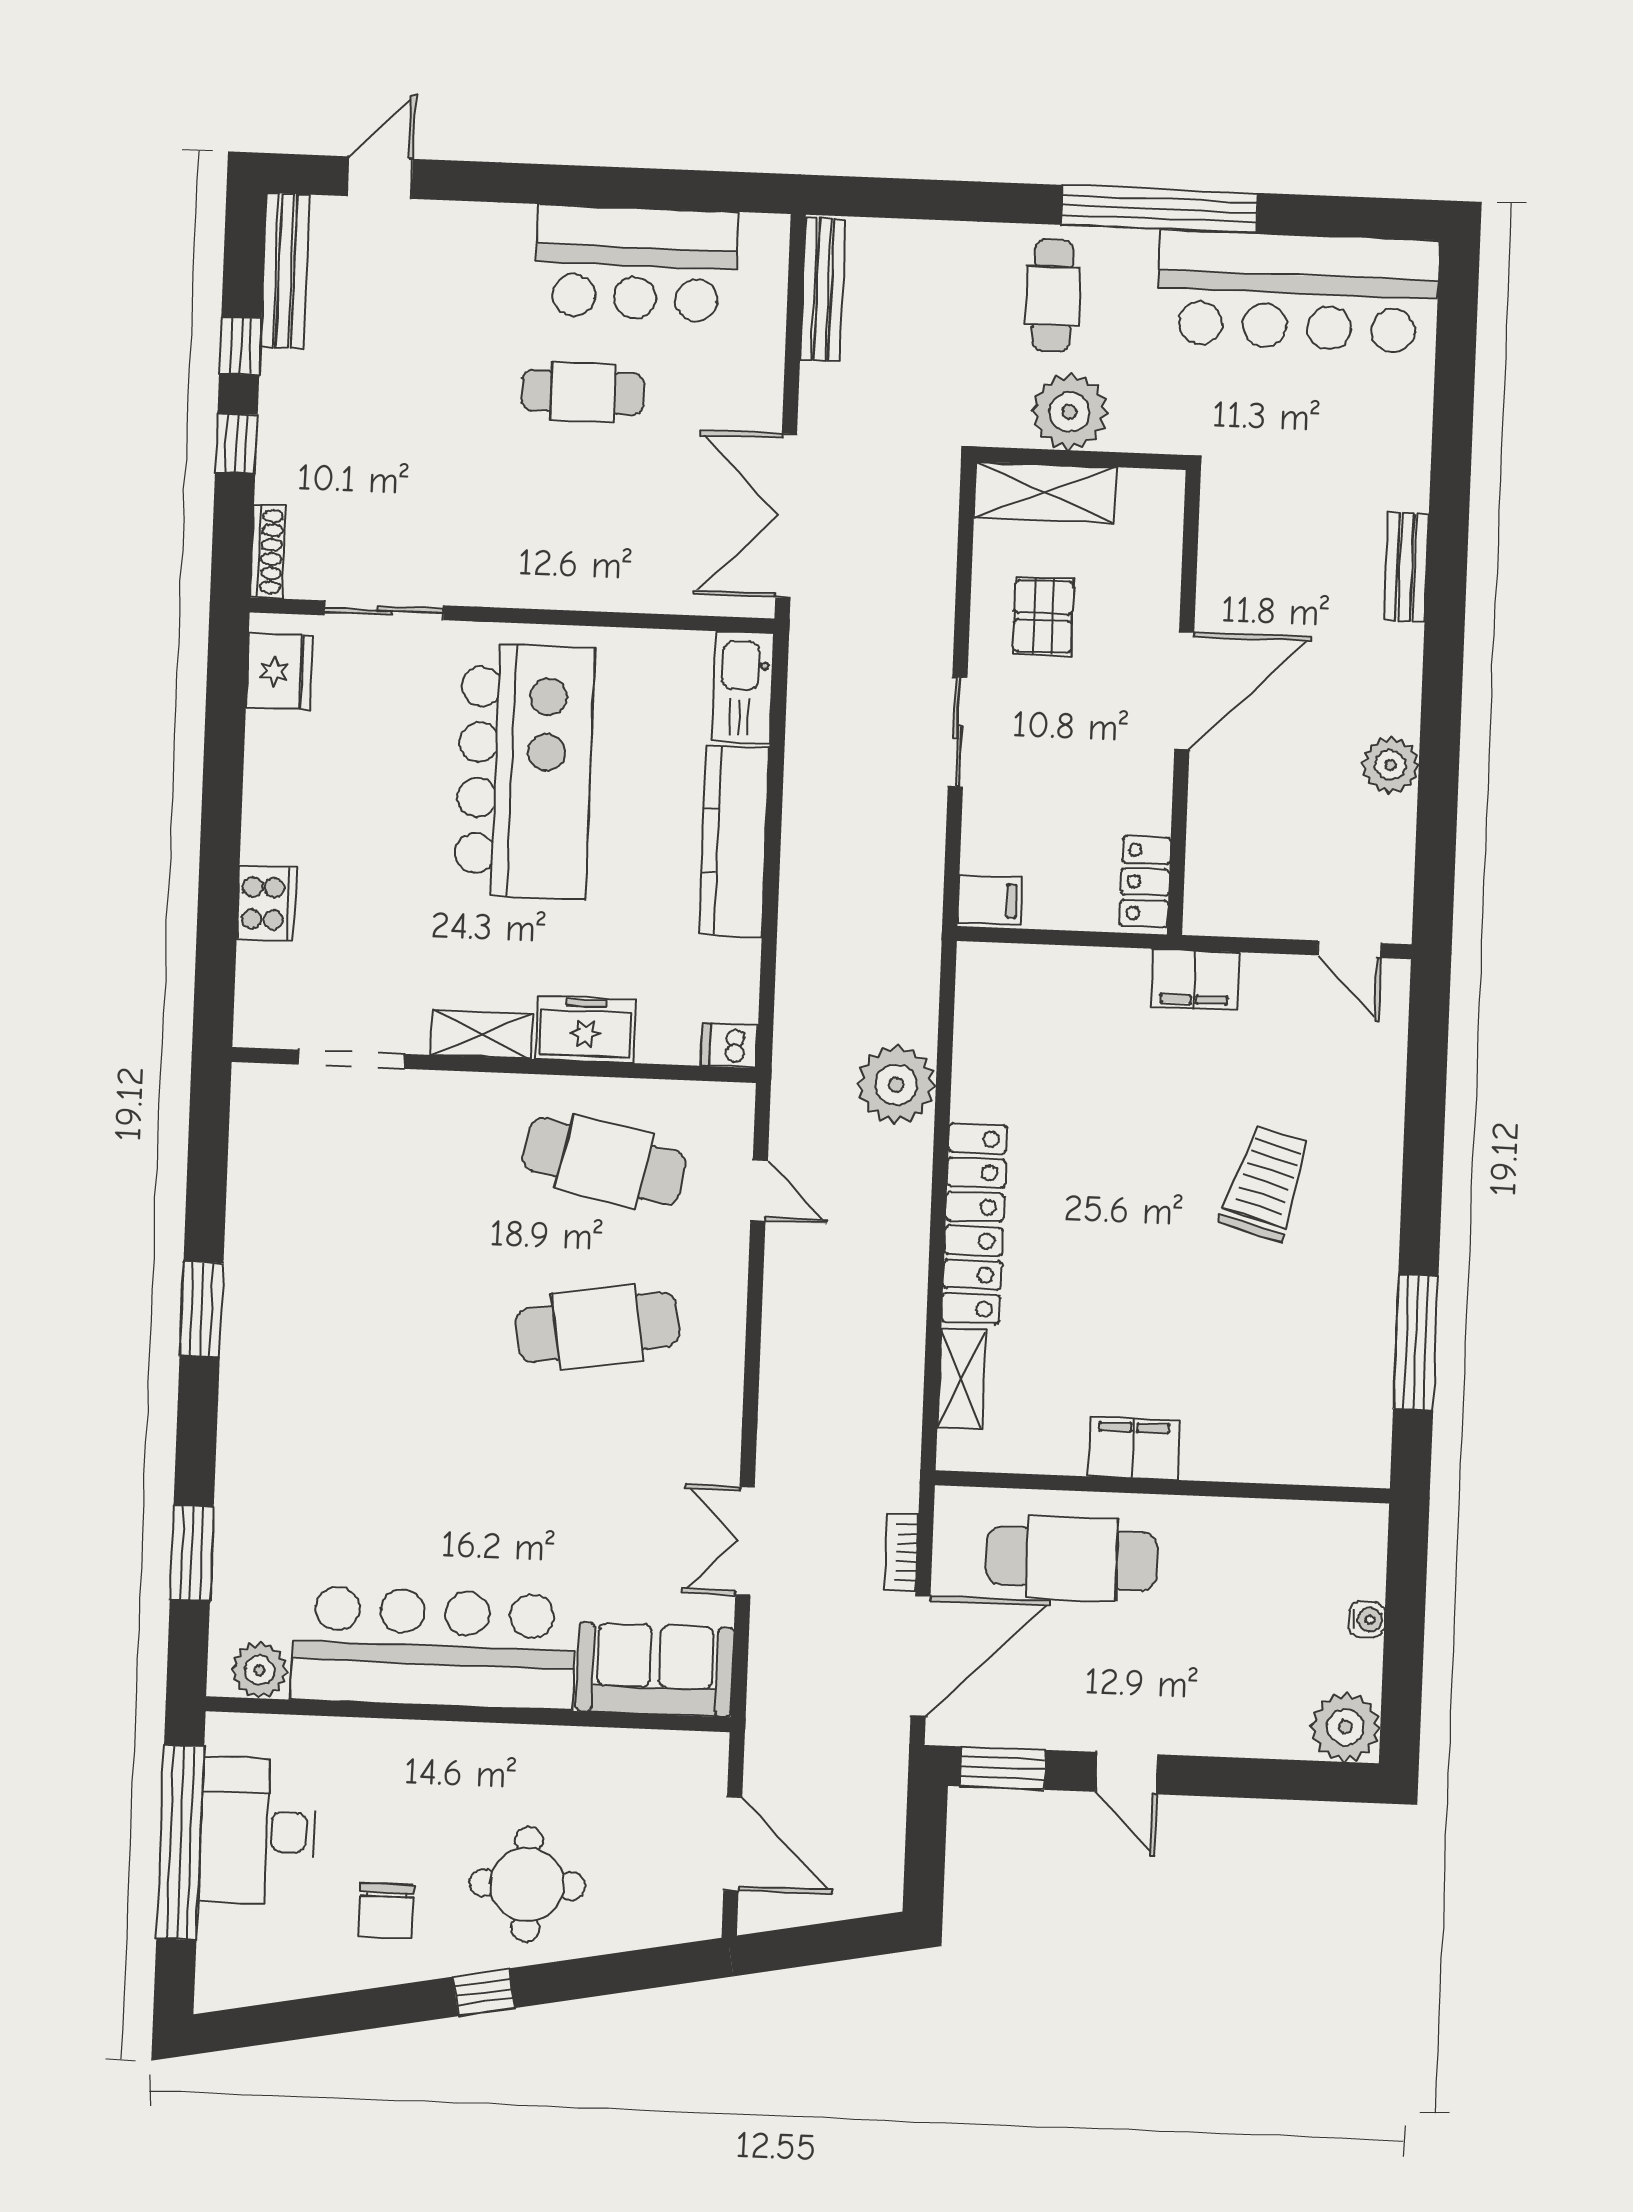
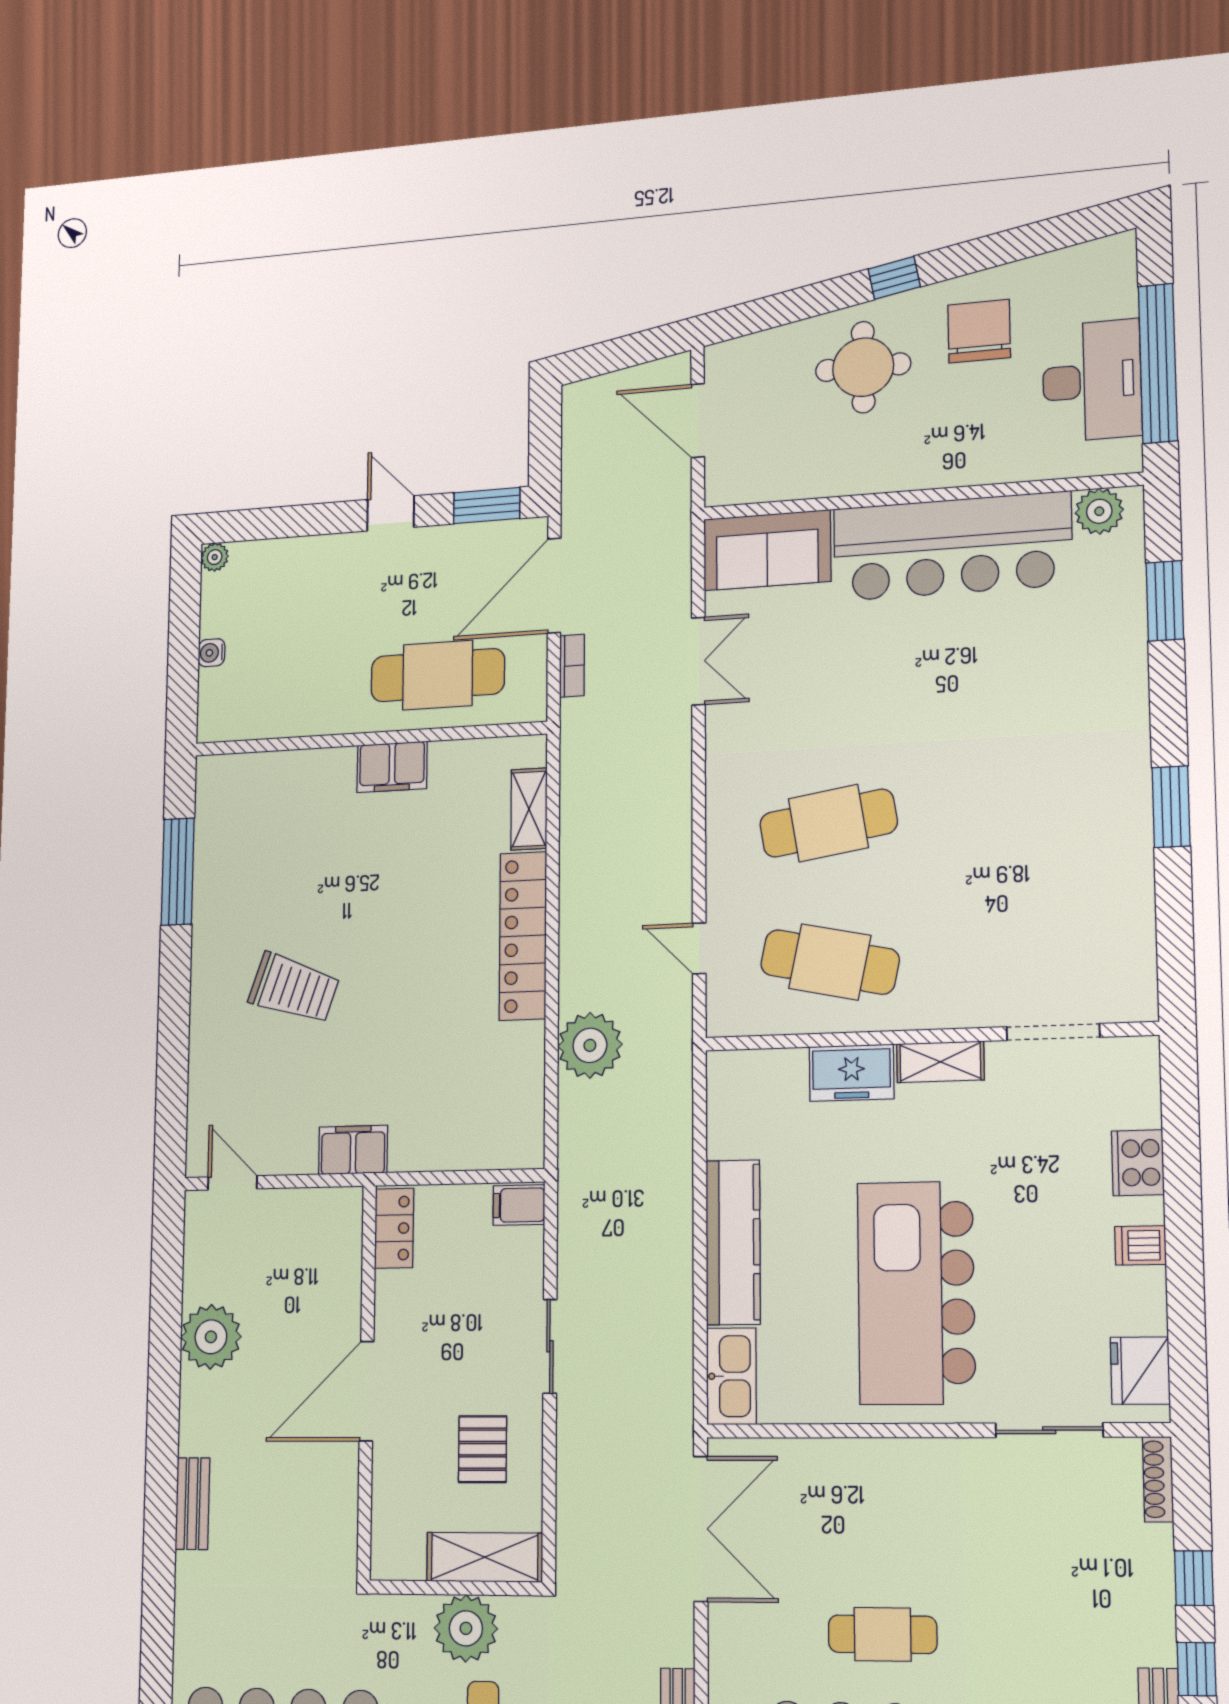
plant: (1390, 765) -> (211, 1337), width x1.36, depth x1.36
dishwasher: (729, 1045) -> (1140, 1245), moved, turned 180
trolley: (1266, 1183) -> (294, 988), turned -87
plant: (1345, 1727) -> (215, 557), width x0.53, depth x0.53
chair: (386, 1911) -> (979, 331), width x1.37, depth x1.37

